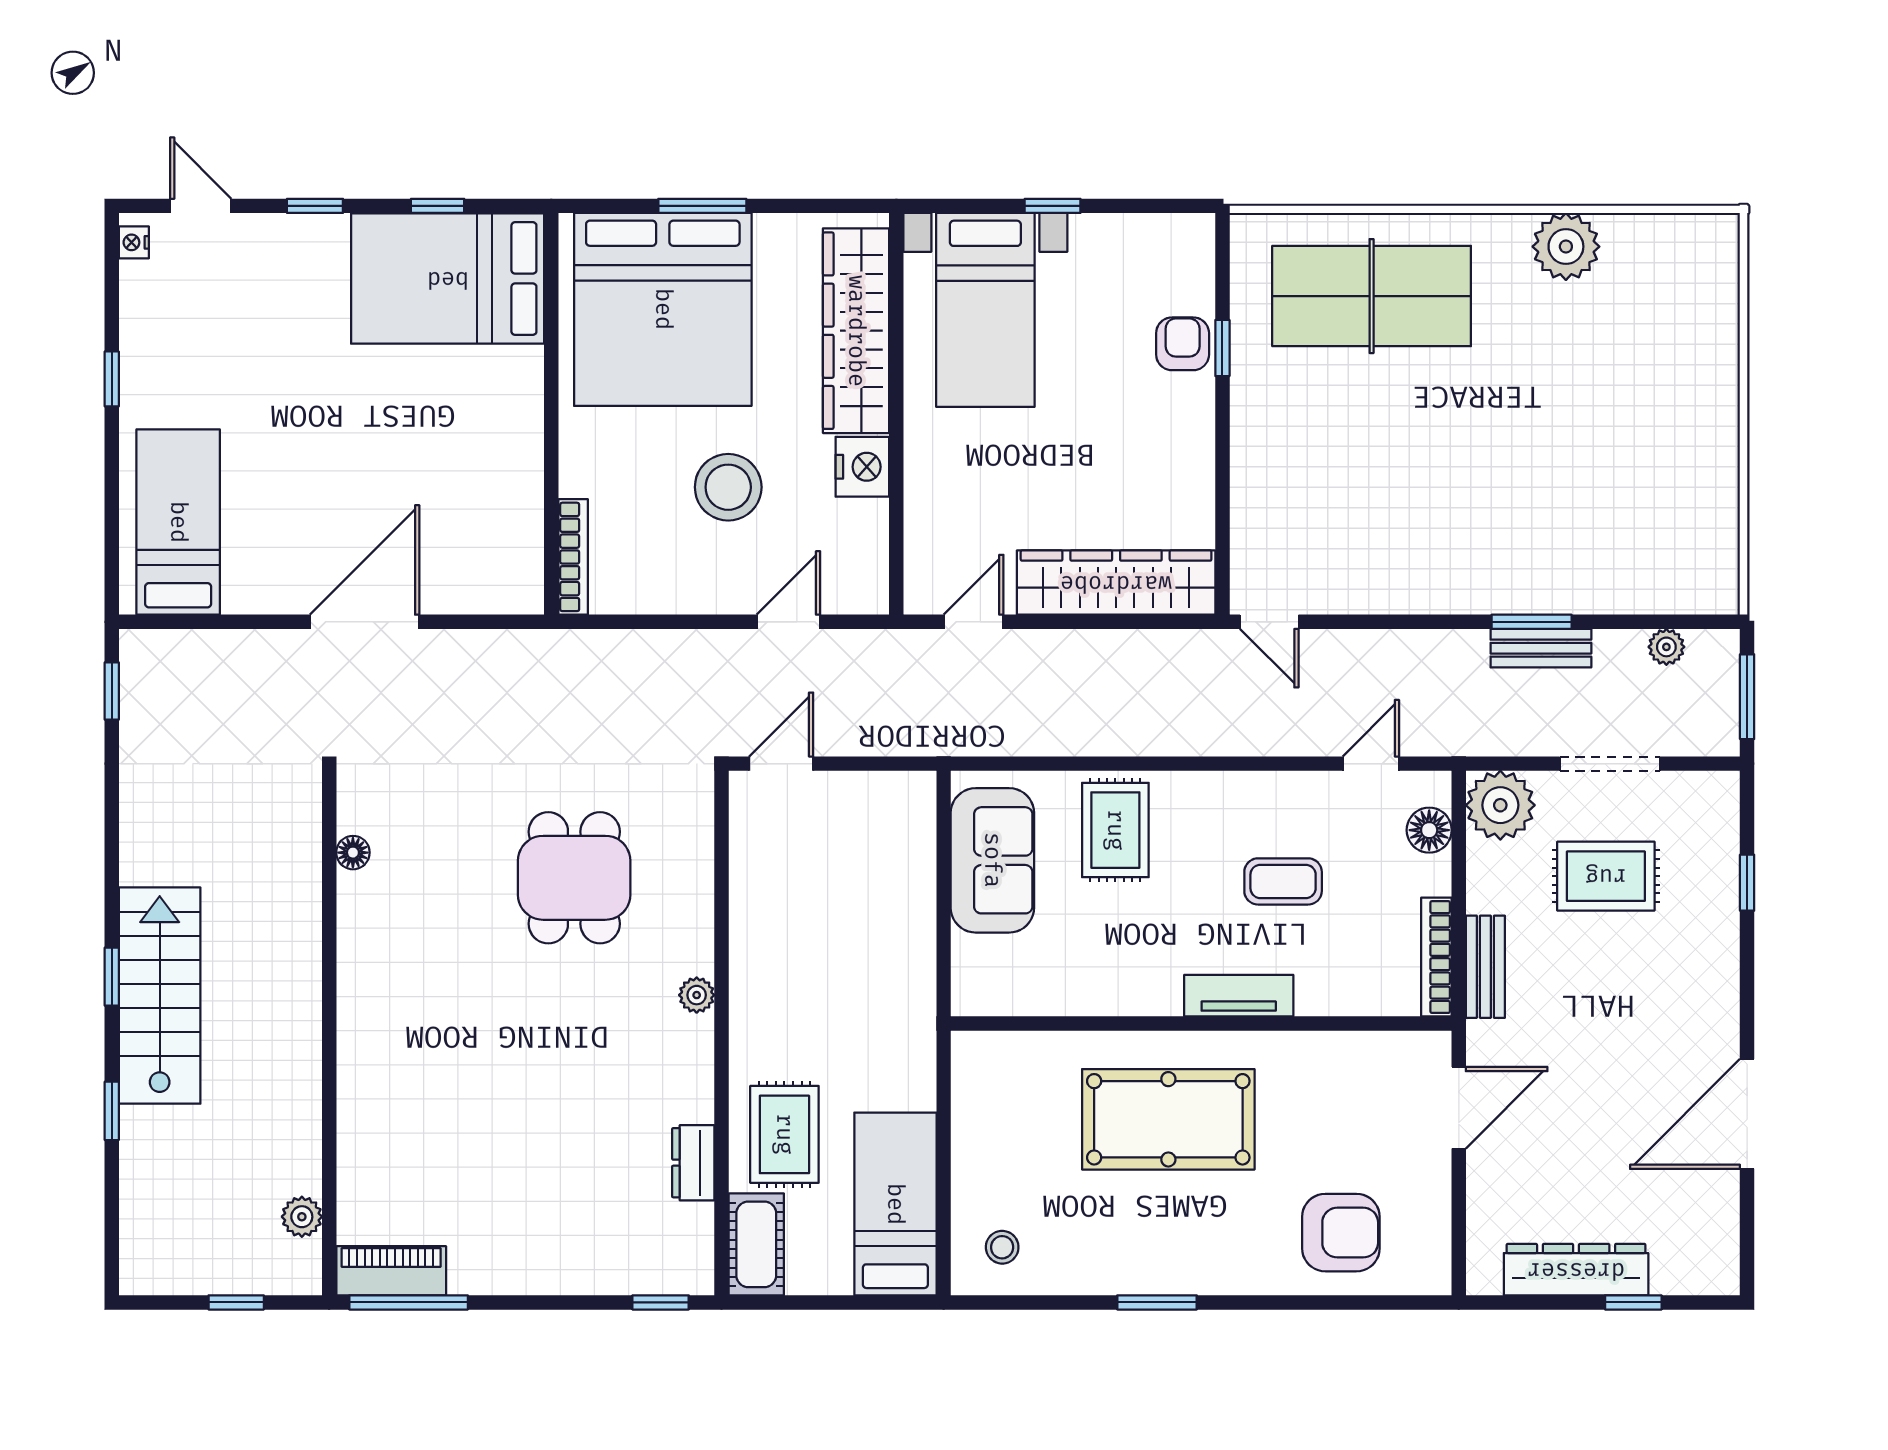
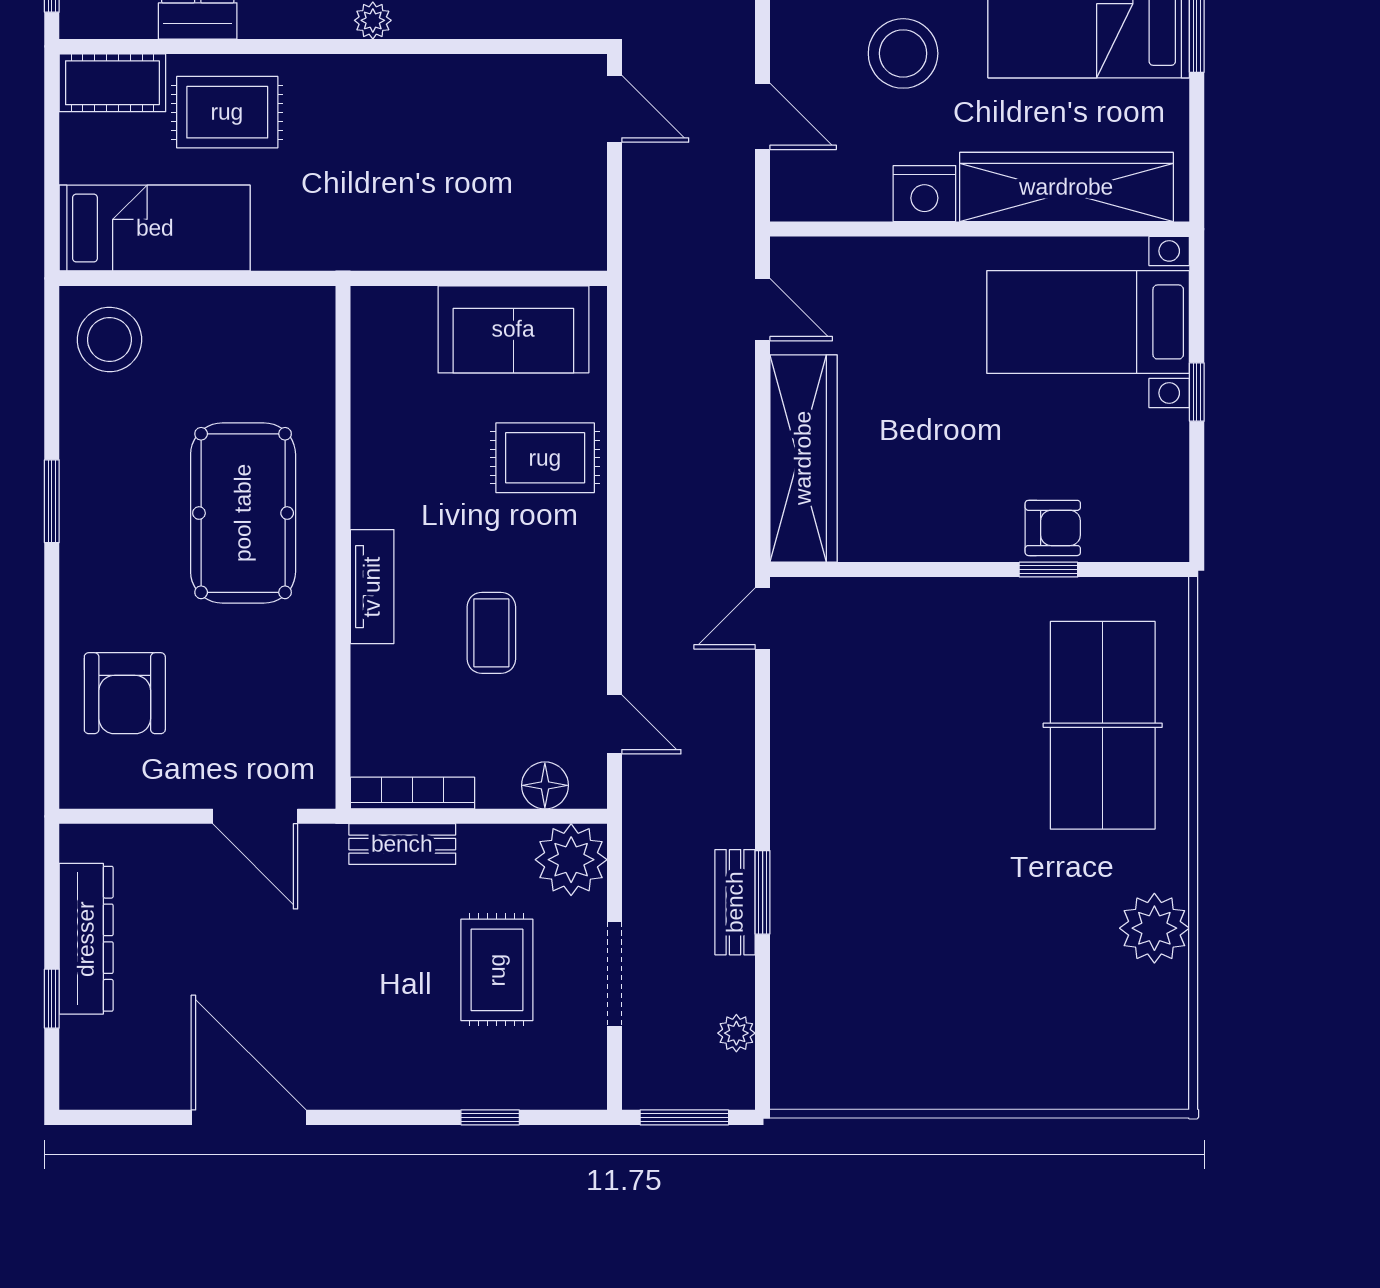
stool: (1002, 1247) -> (109, 339), width x1.89, depth x1.89

